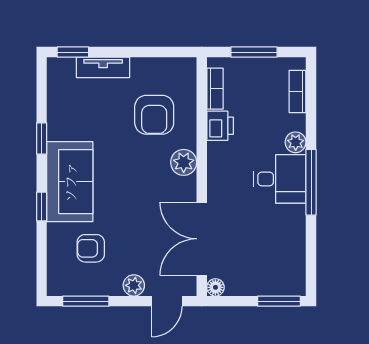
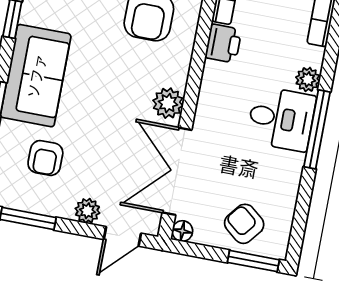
plant: (184, 162) -> (168, 103), moved
armchair: (91, 248) -> (45, 158), turned -90
armchair: (266, 272) -> (244, 224), added

